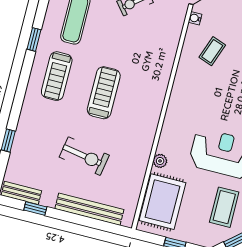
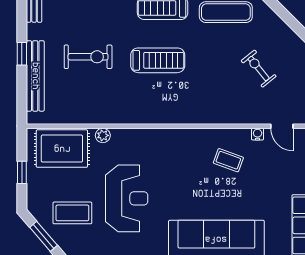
exercise bike: (84, 156) -> (88, 57), turned -100
window: (35, 208) -> (22, 54), moved

